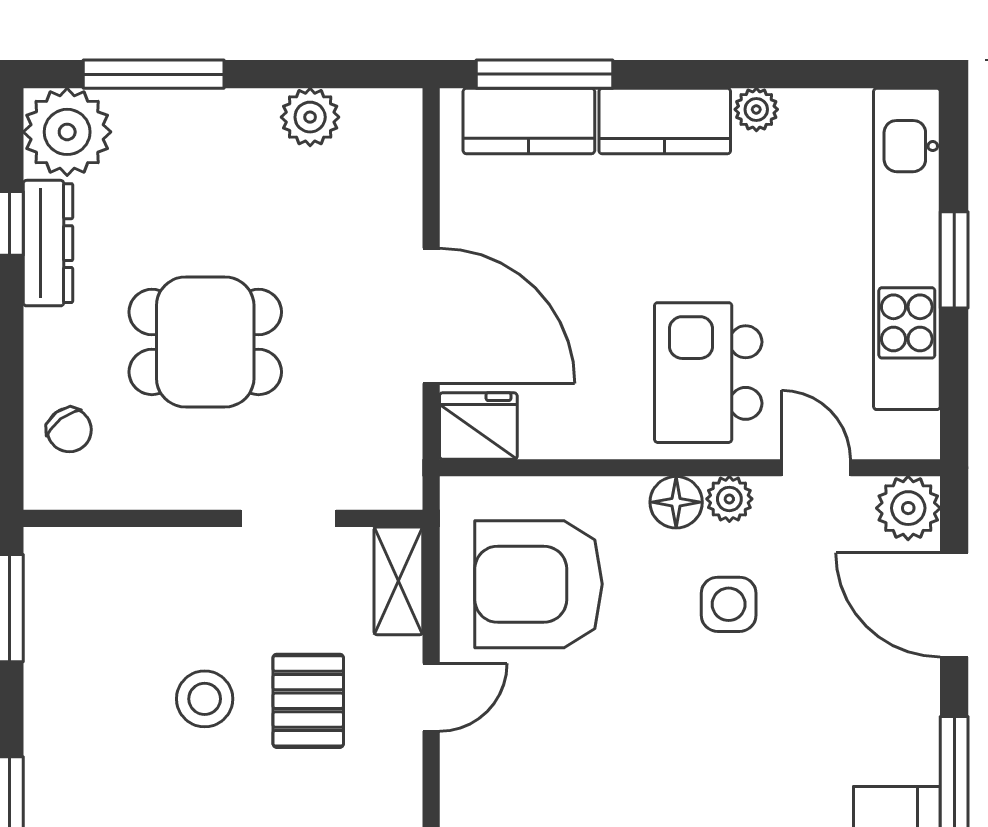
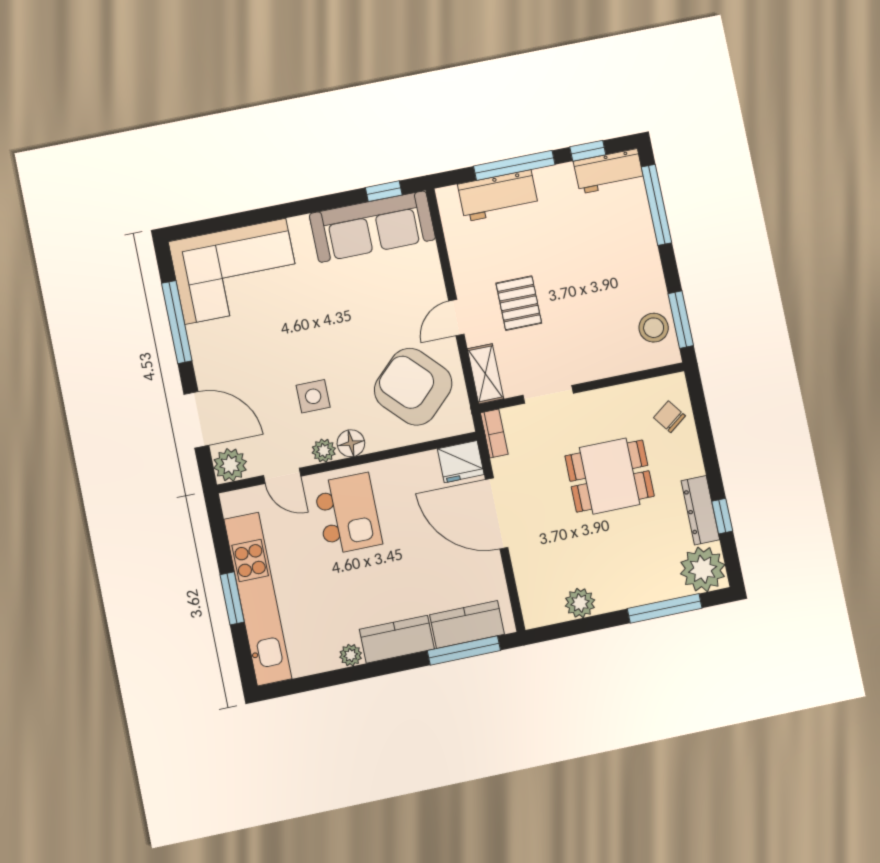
bookcase: (405, 466) -> (494, 434), added
armchair: (539, 584) -> (413, 387), turned -134
stool: (205, 699) -> (654, 328), moved

